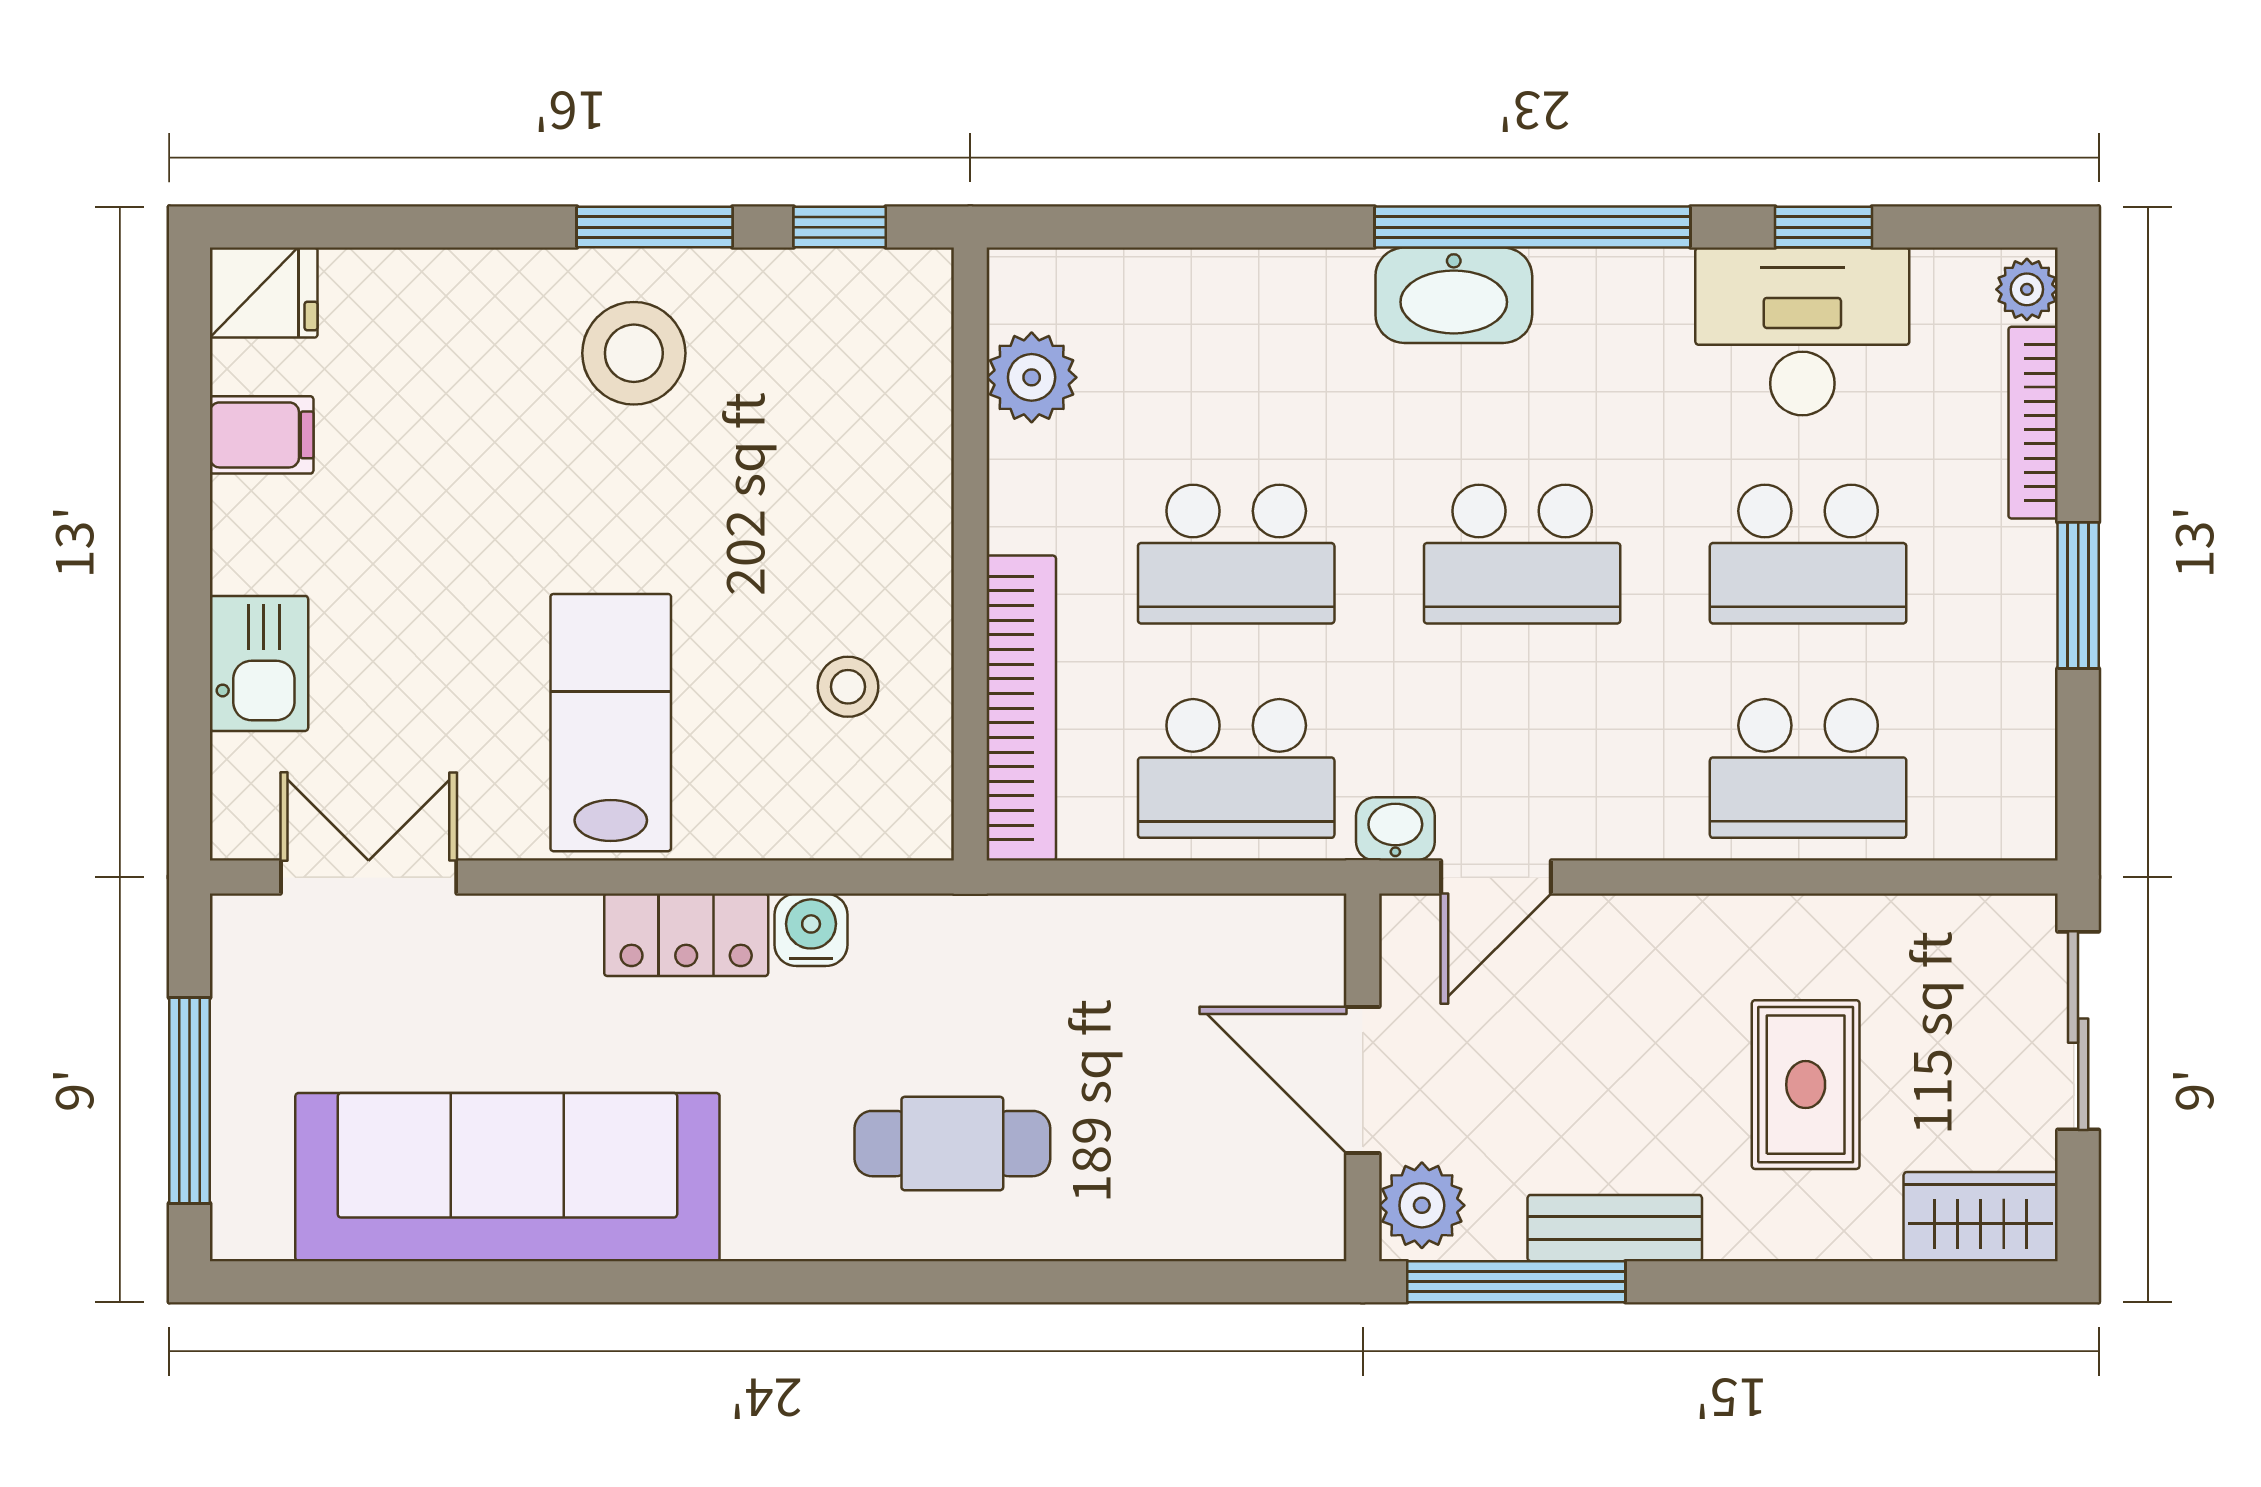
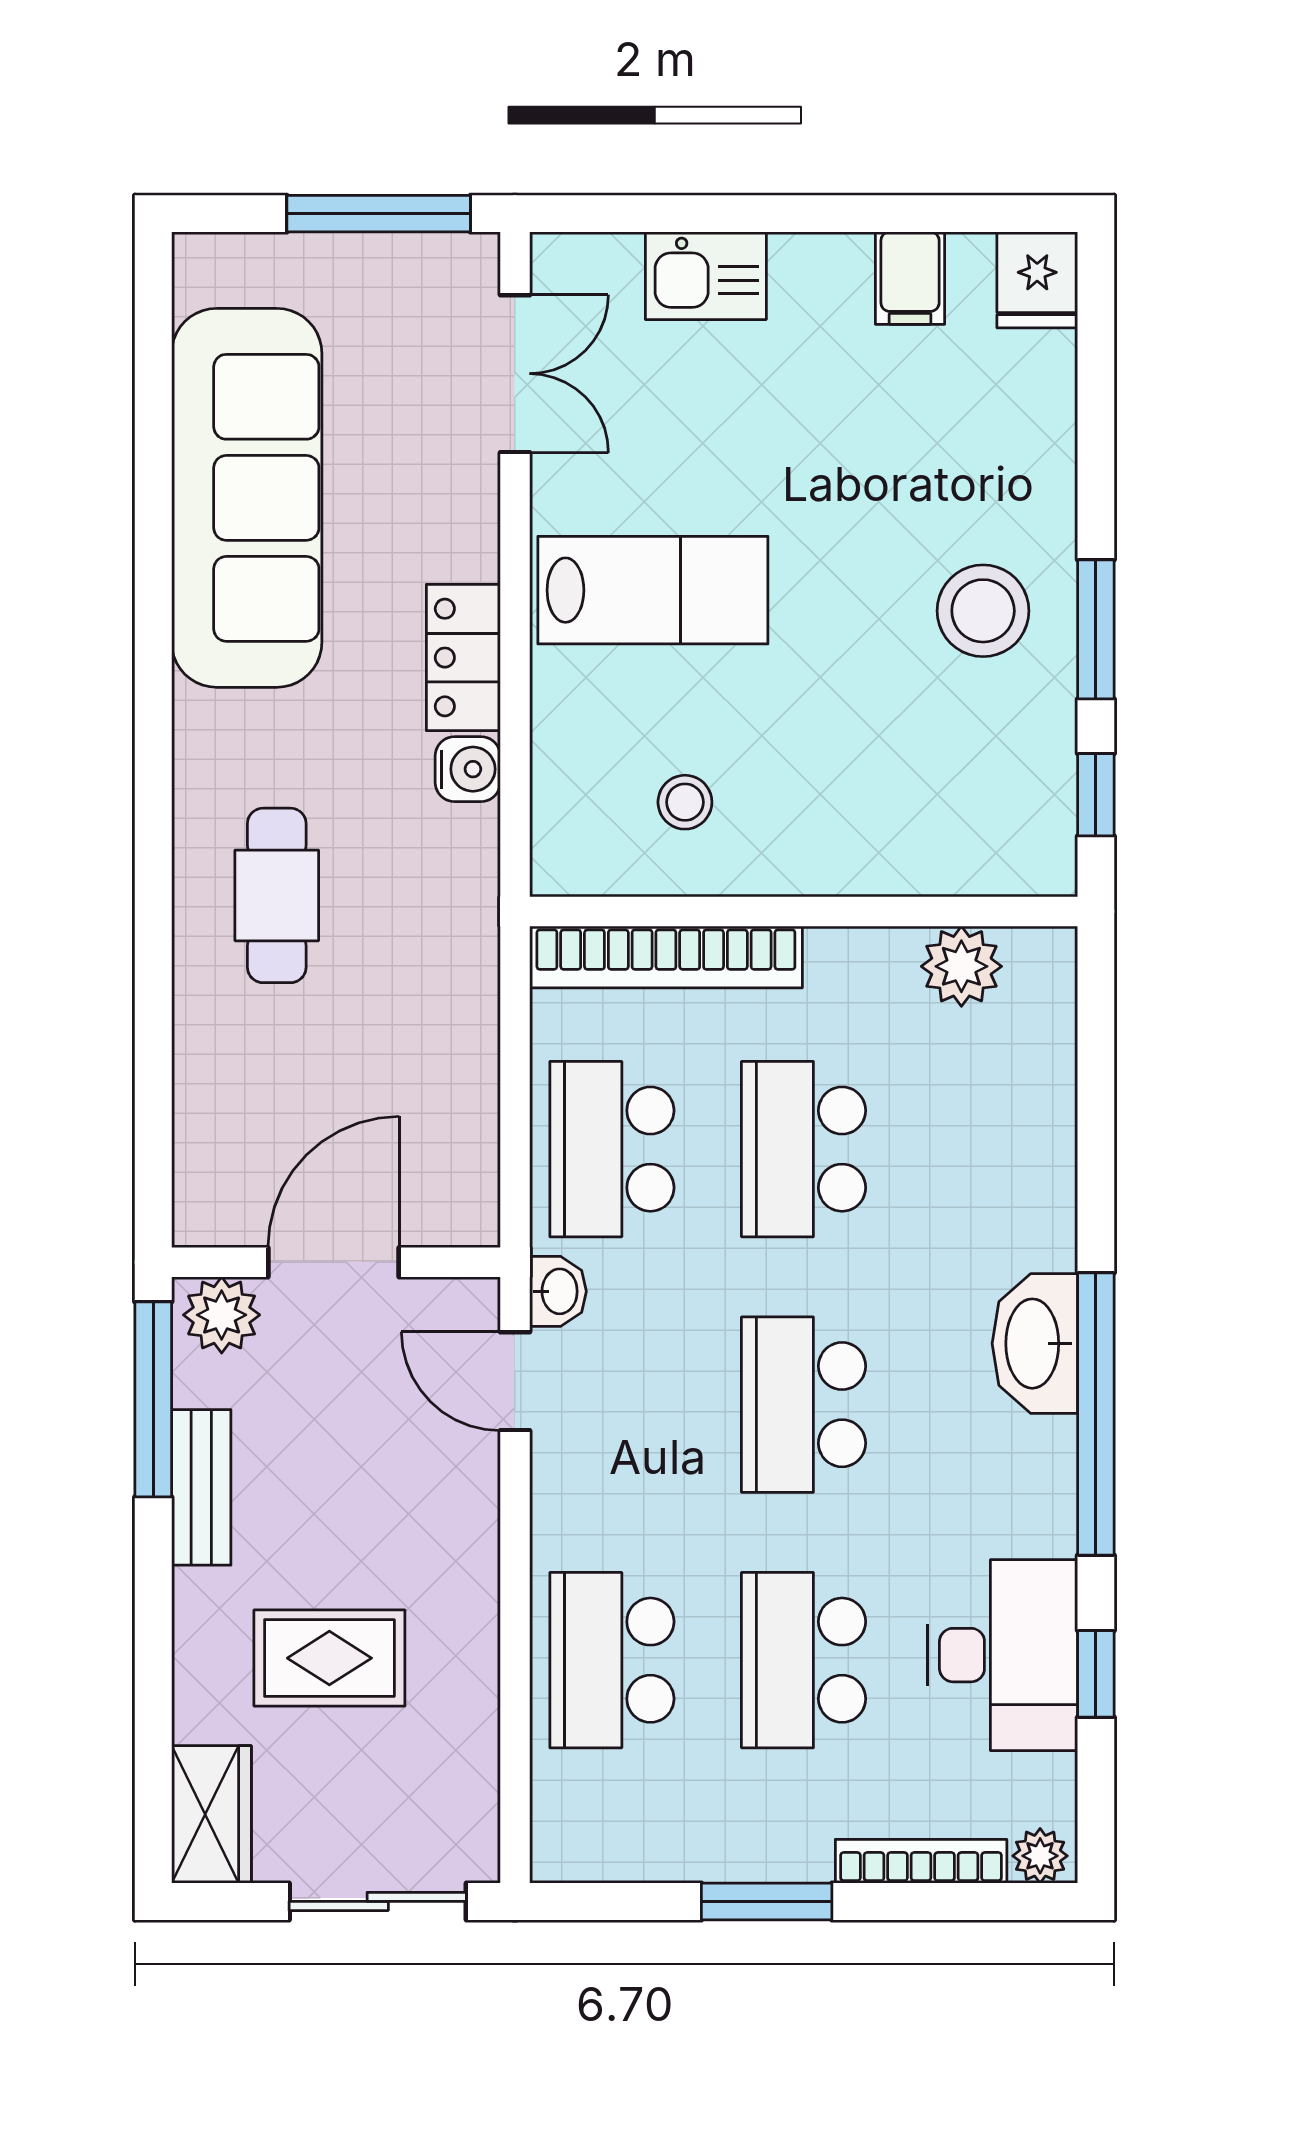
window: (189, 1101) -> (379, 214), moved

